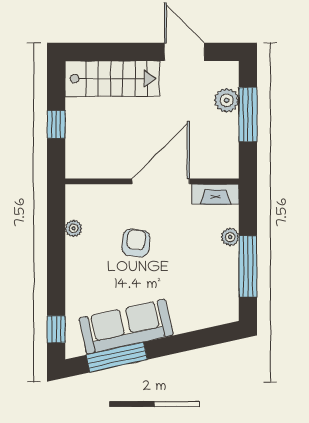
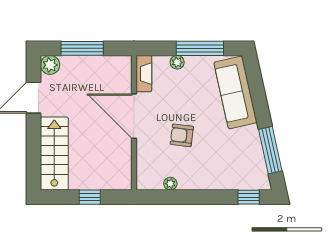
plant: (227, 100) -> (50, 65), moved
sofa: (126, 327) -> (235, 92), moved

